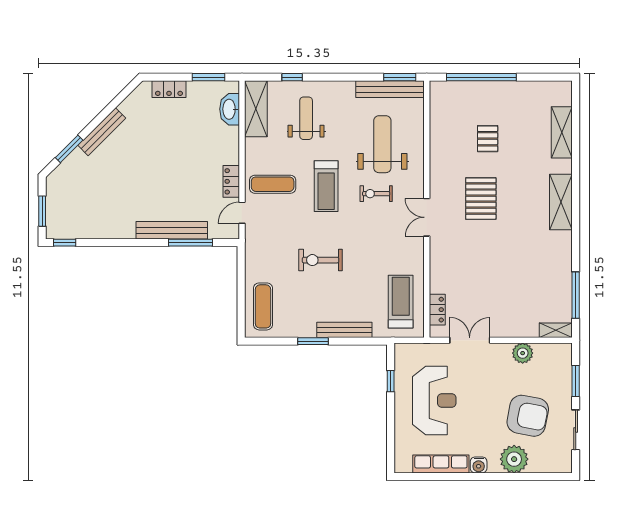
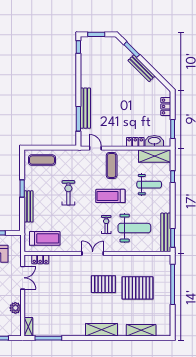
pallet: (488, 139) -> (137, 288), width x2.05, depth x2.00
locker: (231, 181) -> (135, 142), moved

